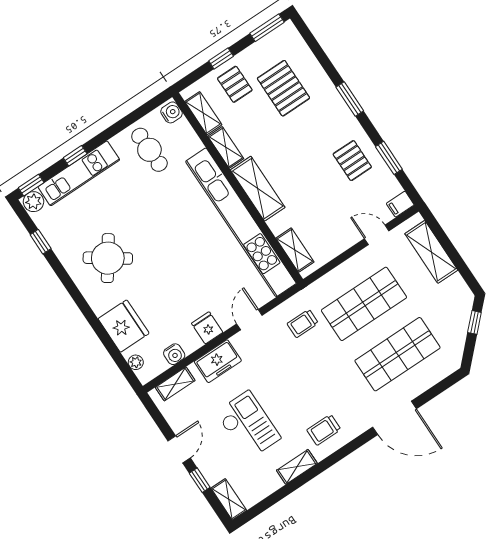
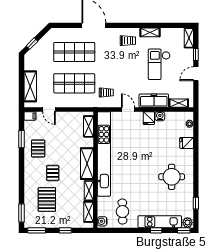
pallet: (235, 84) -> (53, 173), moved
window: (350, 99) -> (21, 213), moved
round table: (108, 258) -> (172, 177), turned -35
door: (249, 320) -> (128, 109), swing flipped
fridge: (124, 326) -> (187, 143), width x0.53, depth x0.75
water cooler: (174, 354) -> (160, 116), moved
freezer: (218, 361) -> (154, 101), width x1.40

